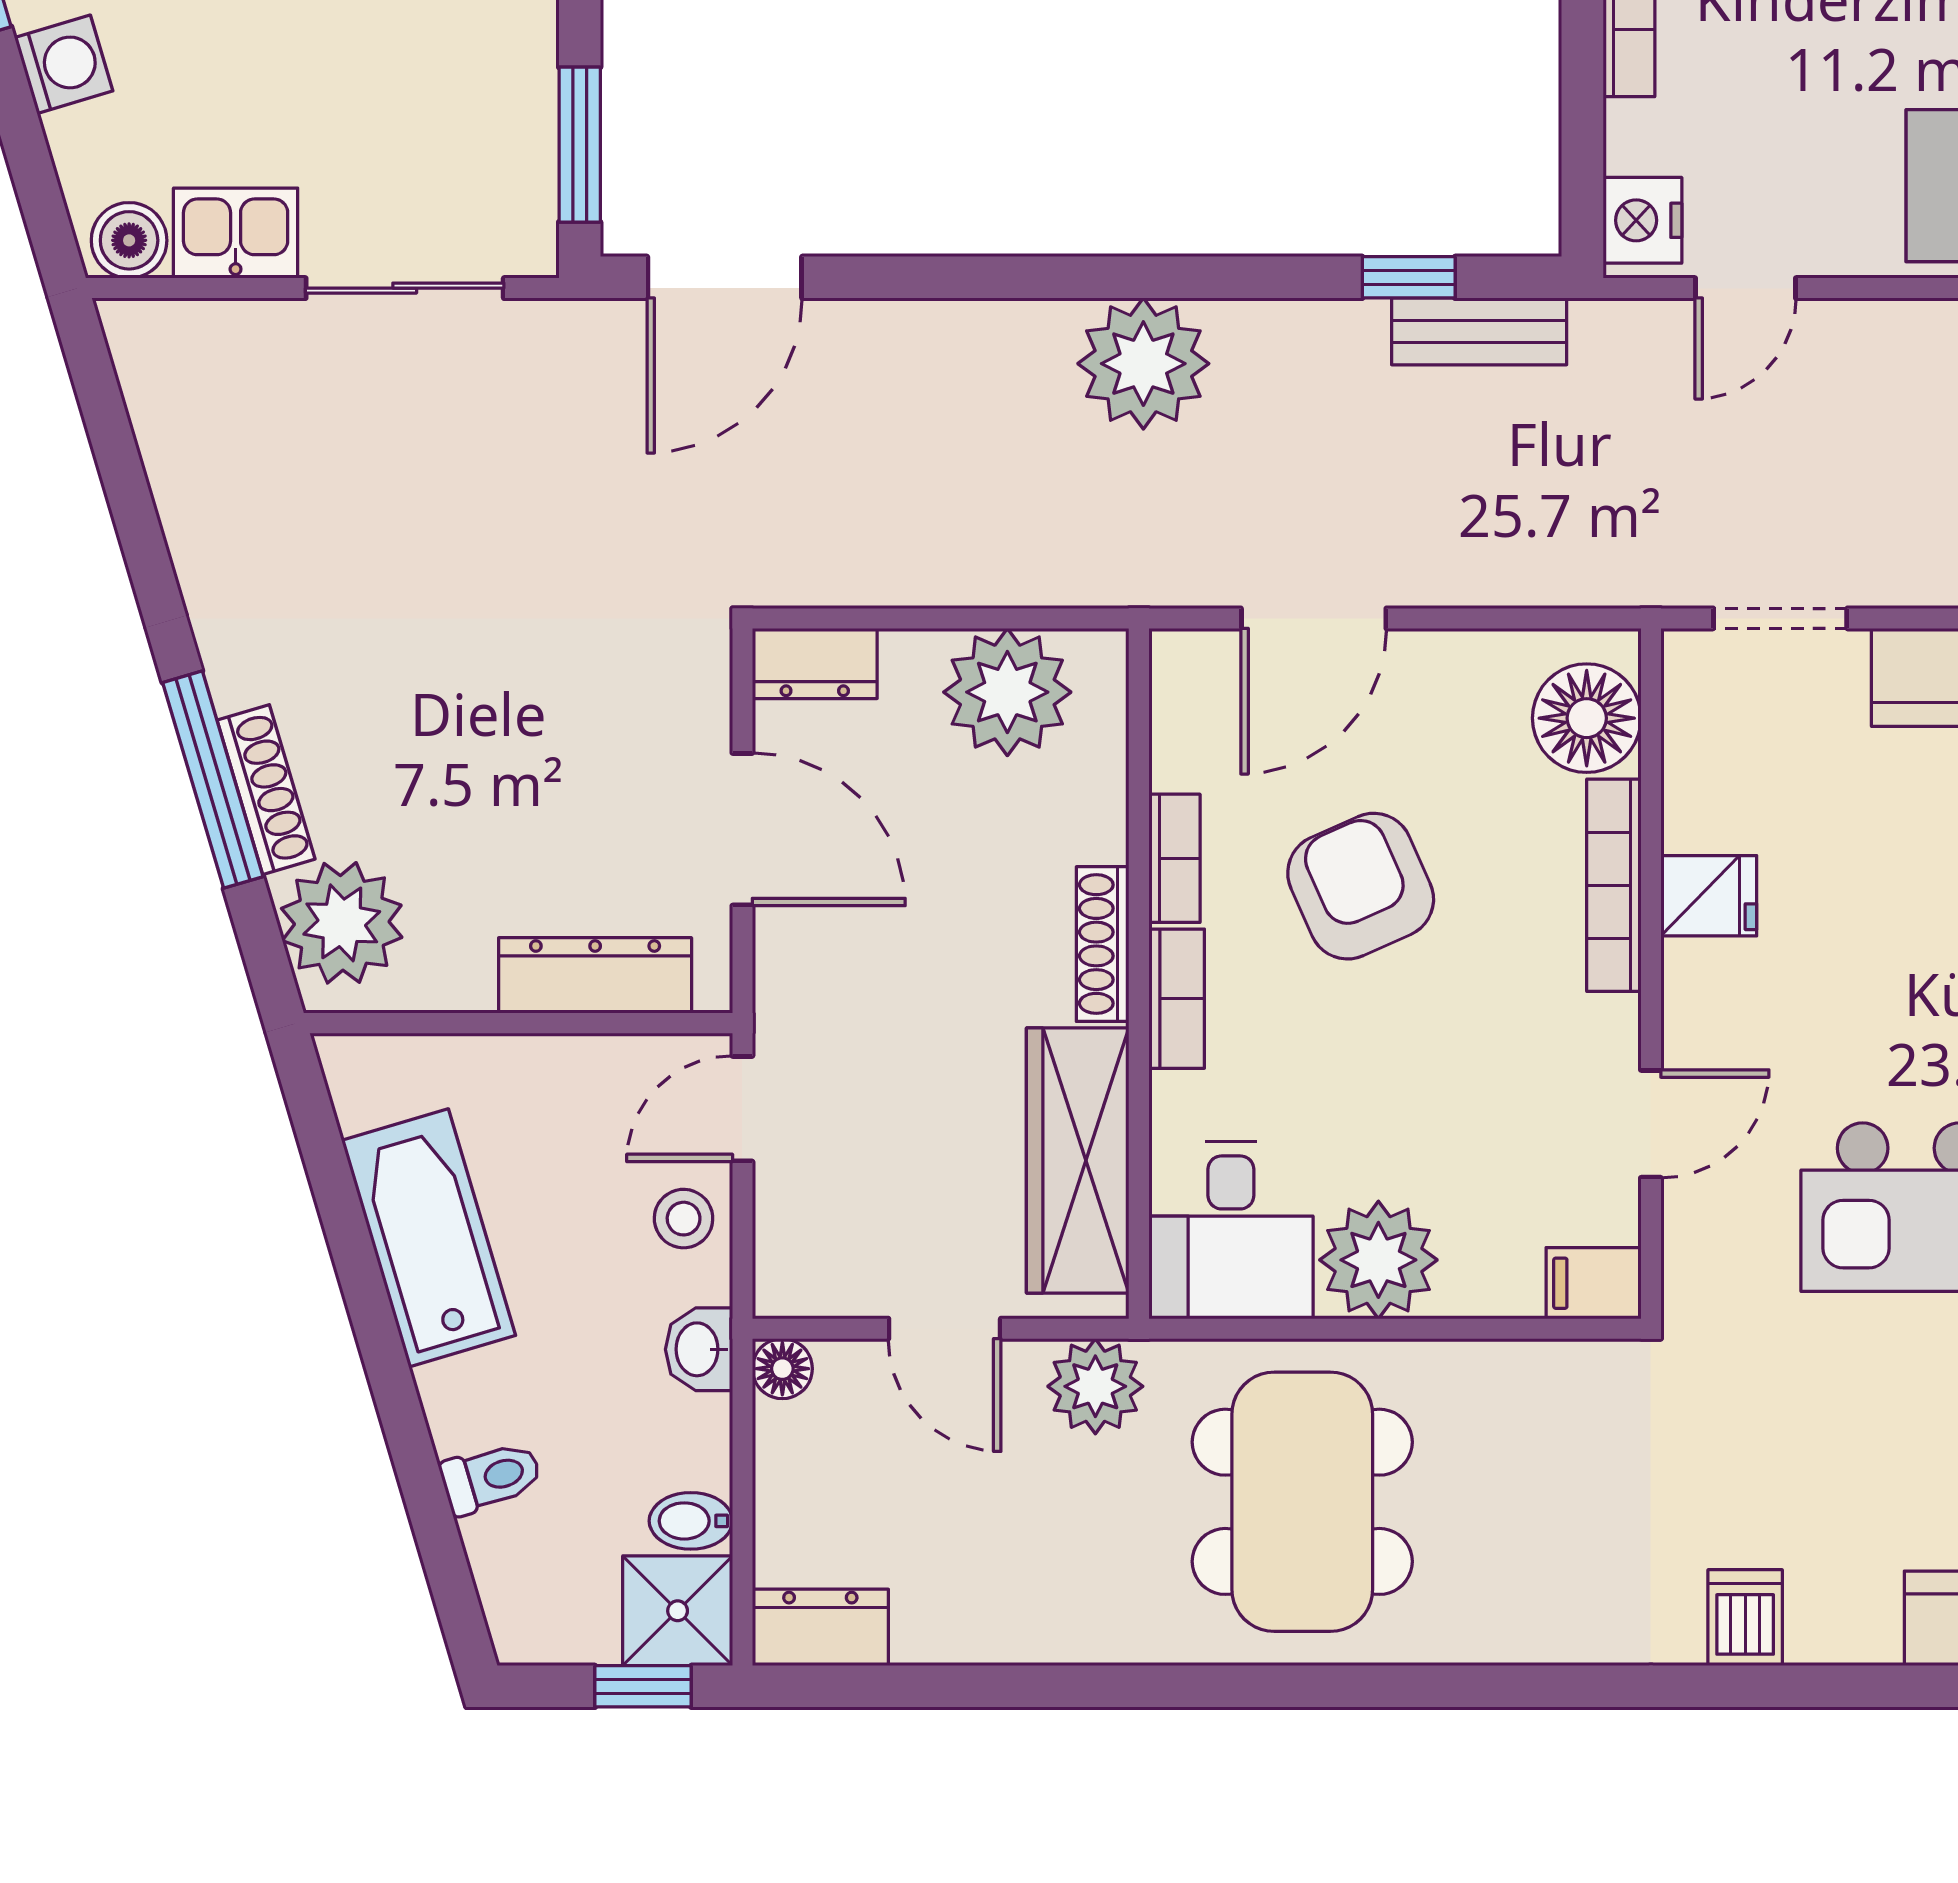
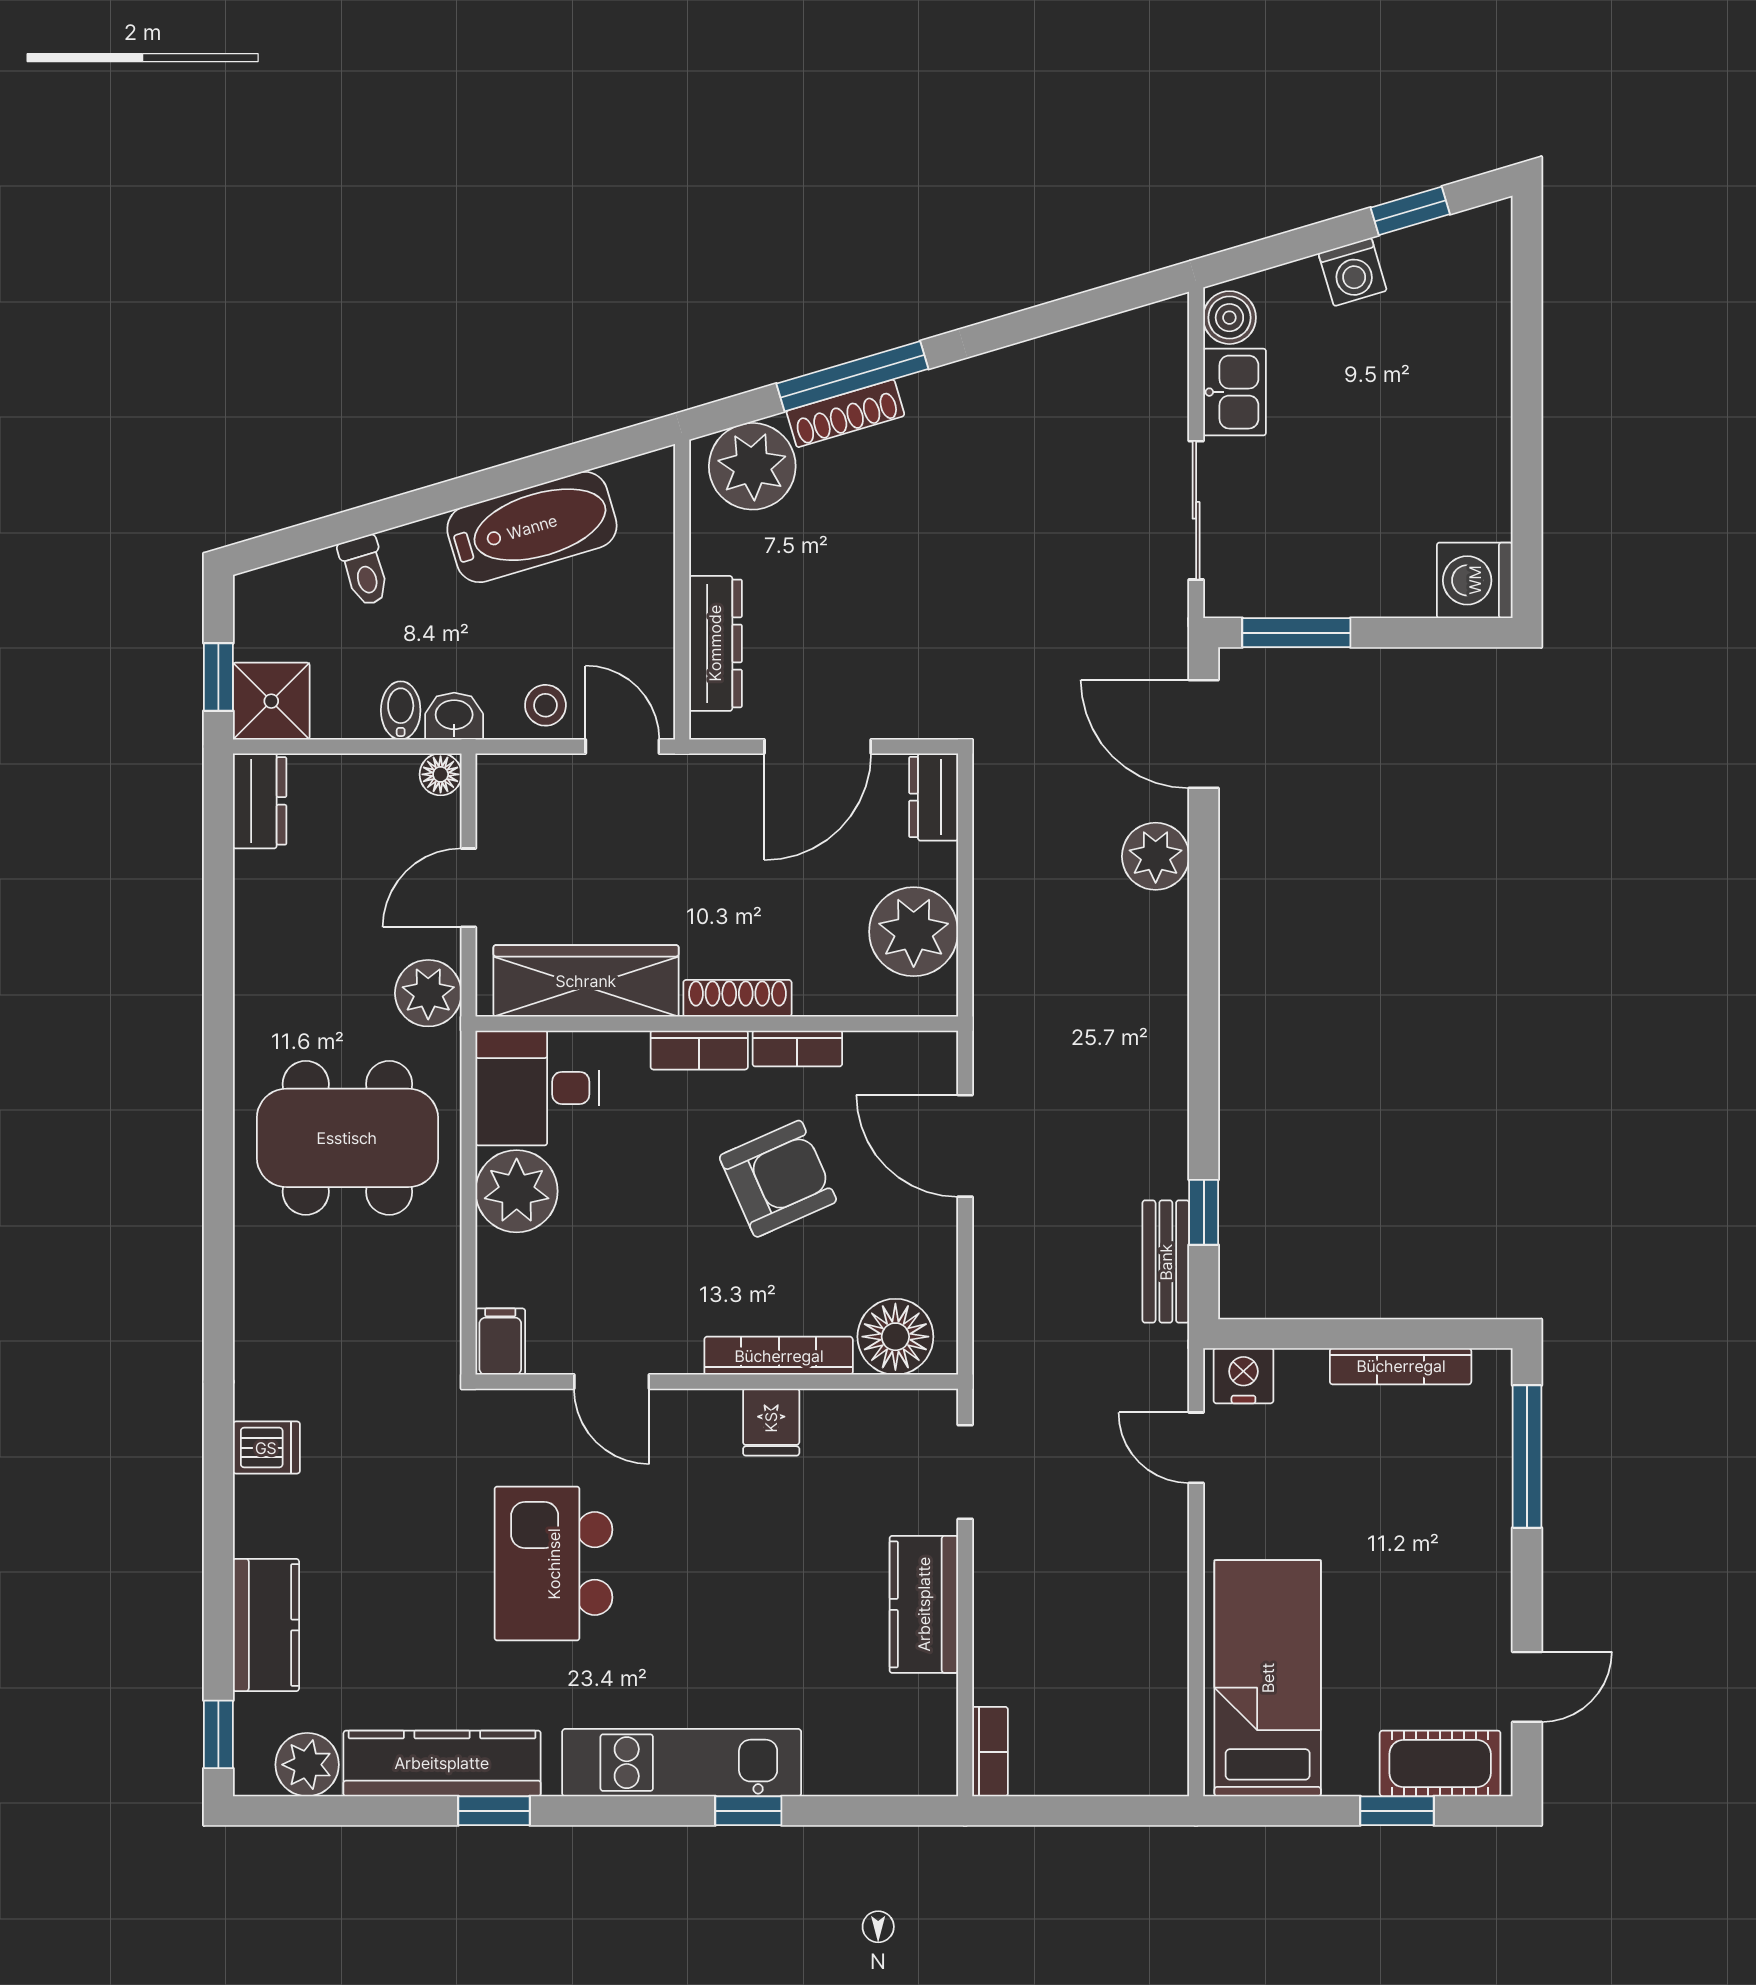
plant: (1143, 364) -> (1156, 856), moved, width x0.73, depth x0.73
bidet: (691, 1521) -> (401, 710), moved

